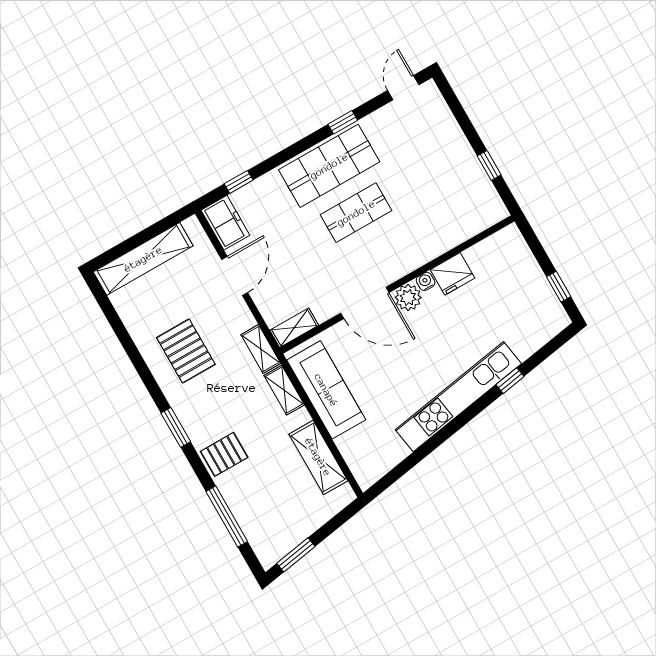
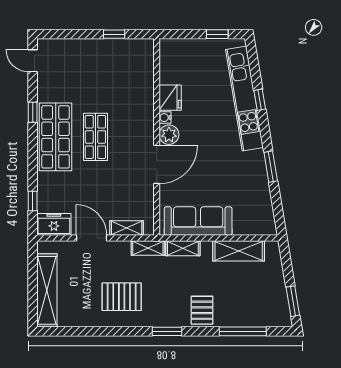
shelving: (294, 328) -> (127, 228), moved, turned 90
kitchen unit: (458, 397) -> (244, 99), moved
window: (439, 438) -> (271, 167), added

